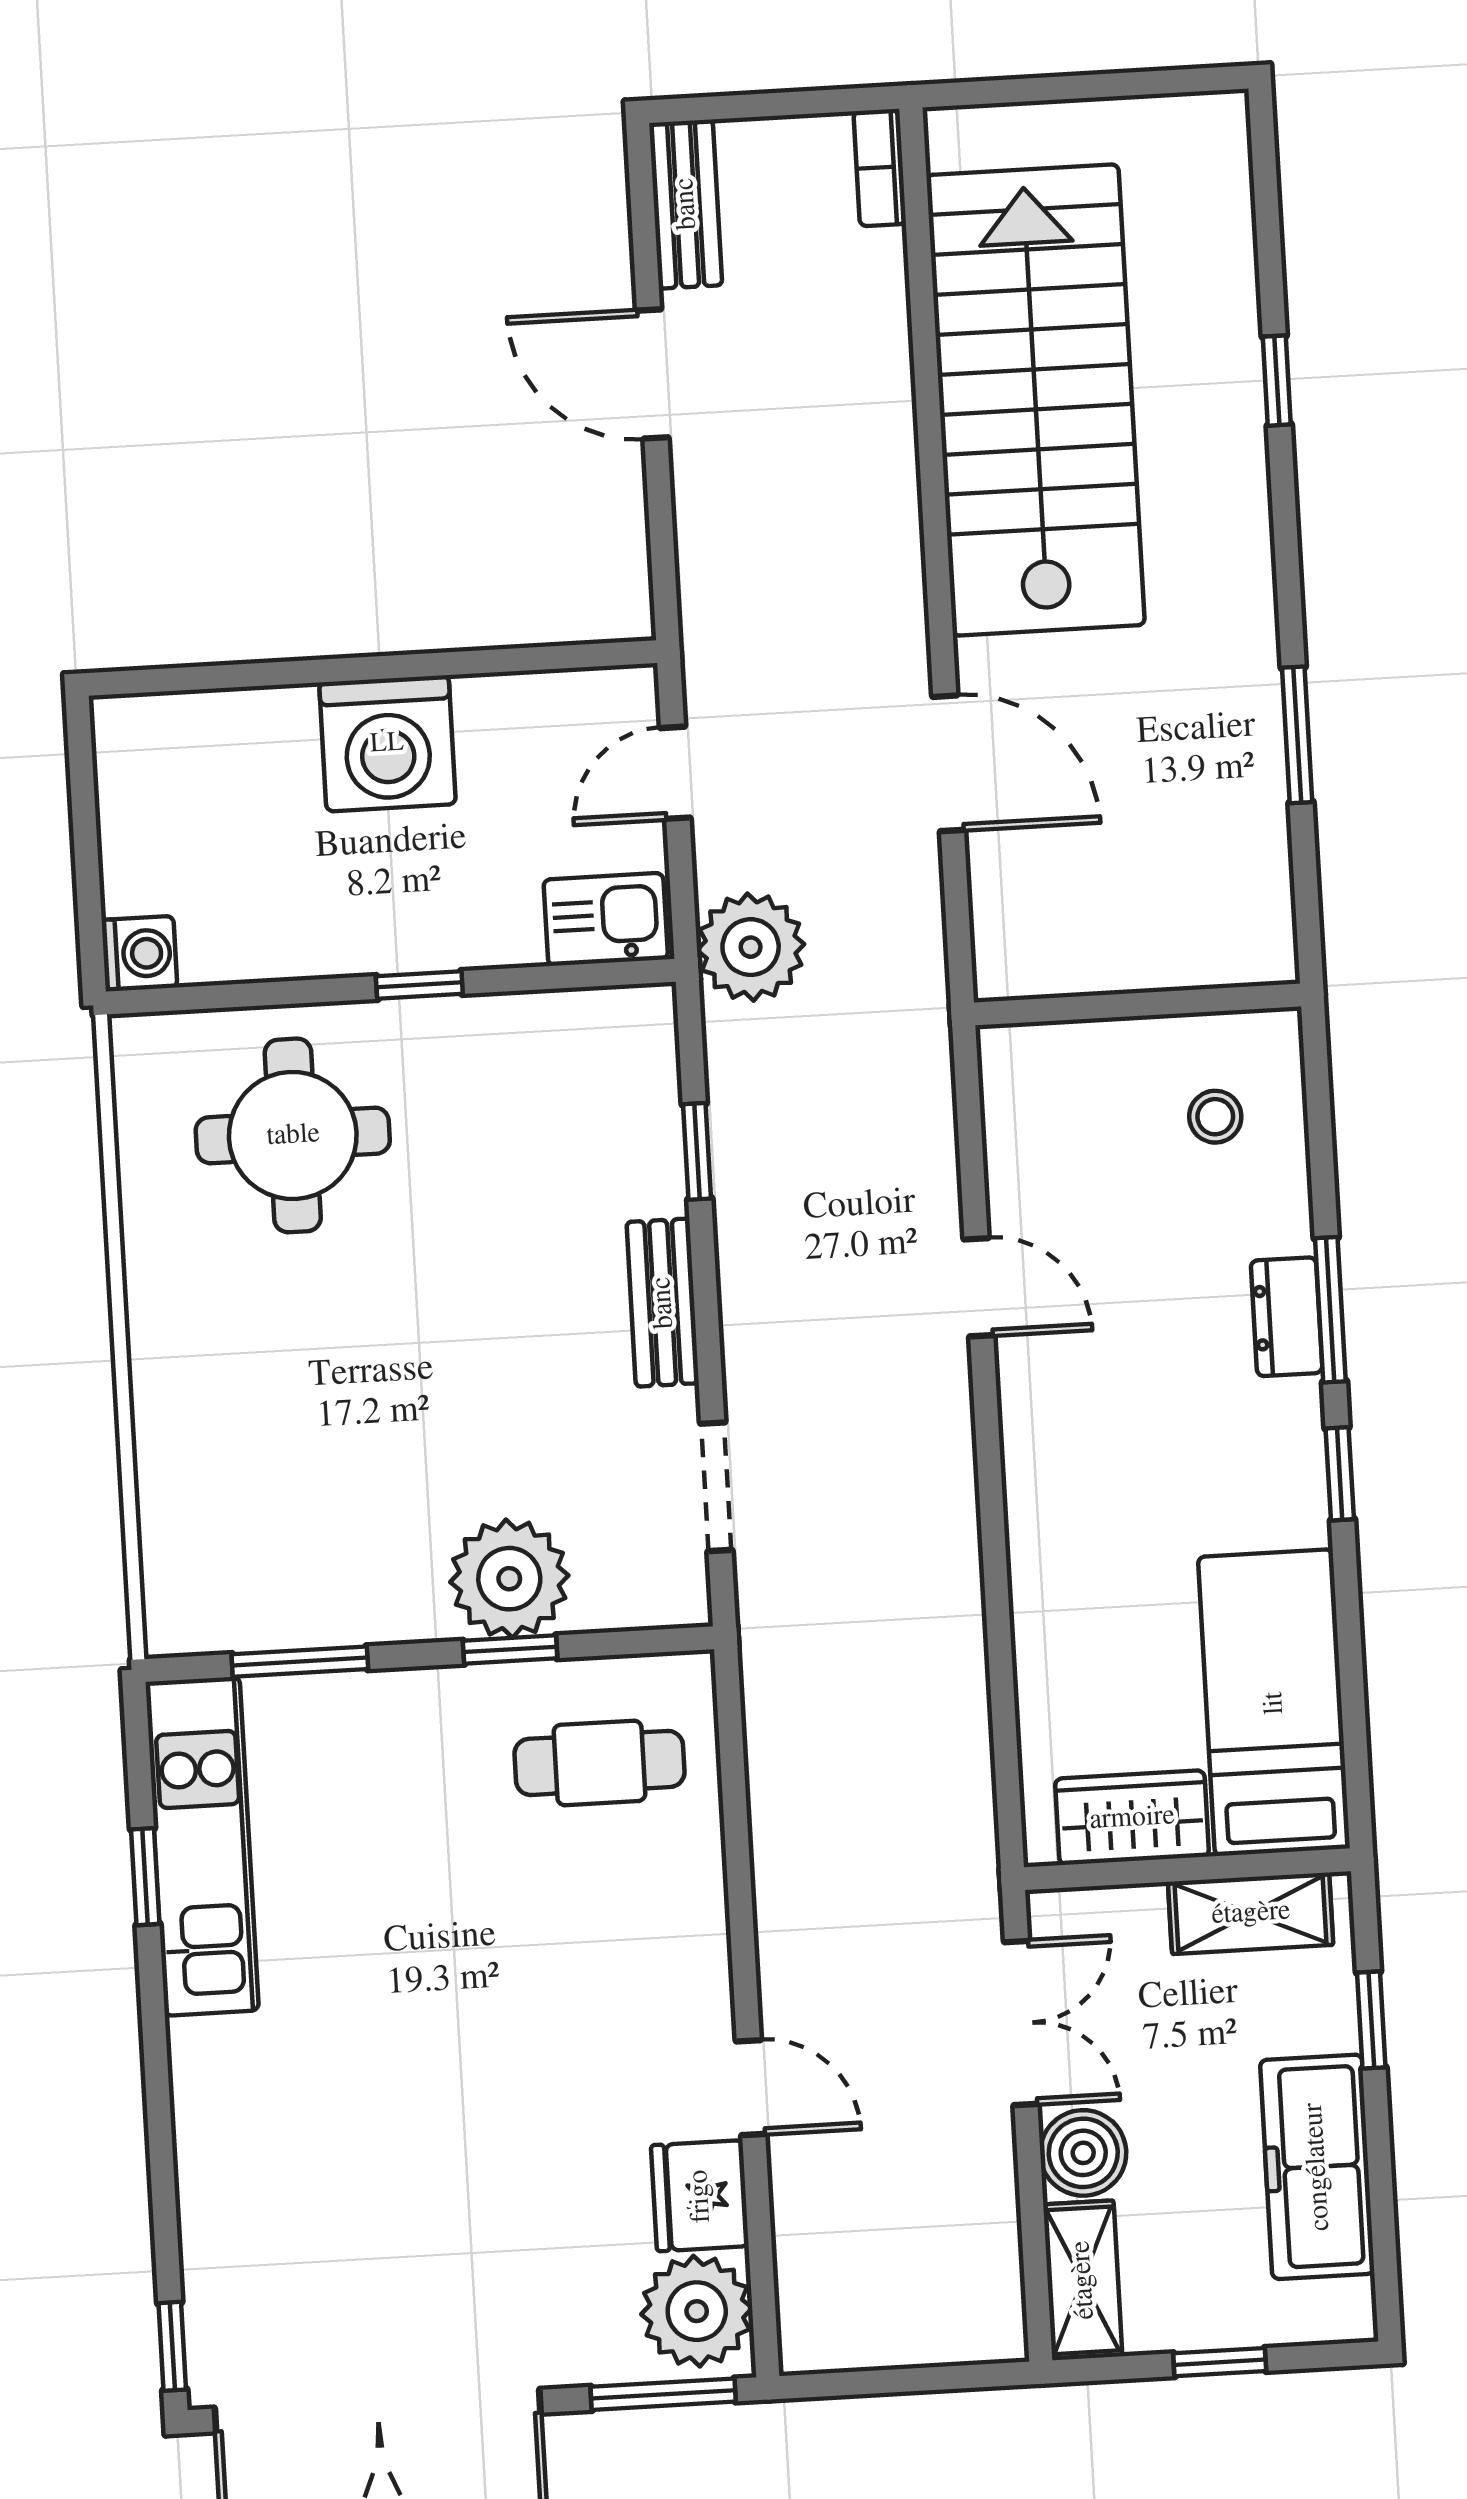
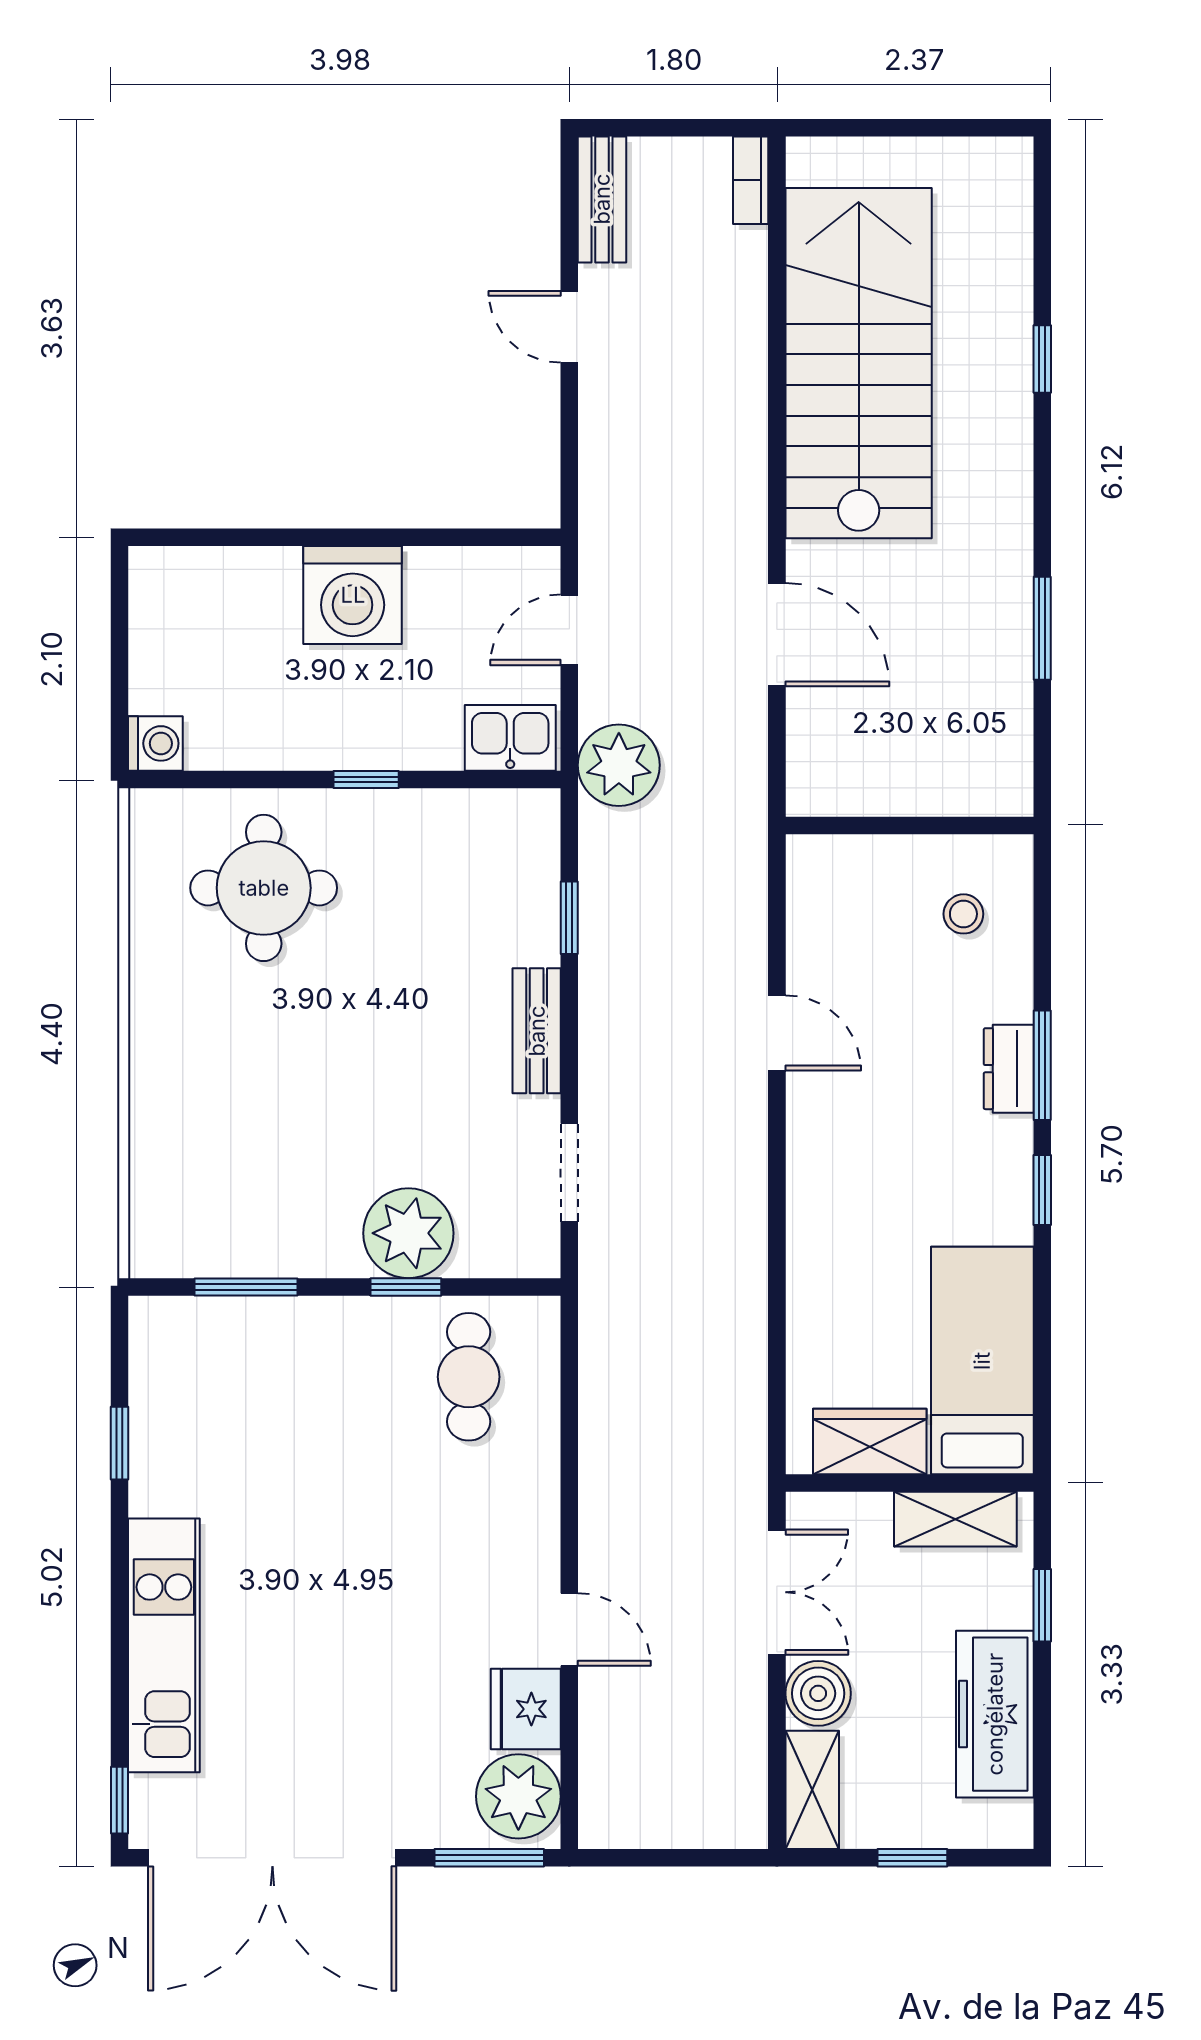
door: (652, 374) -> (569, 327), width x0.73
cafe table: (599, 1763) -> (469, 1377), turned 90
kitchen unit: (202, 1846) -> (164, 1645), moved

